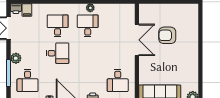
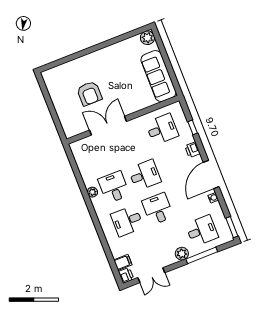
desk: (88, 26) -> (114, 187), turned 90
desk: (88, 53) -> (145, 175), added

